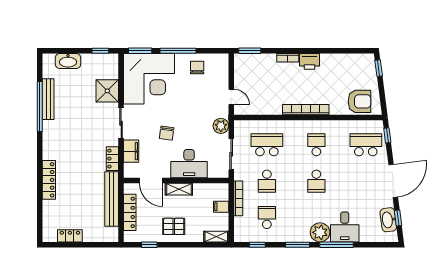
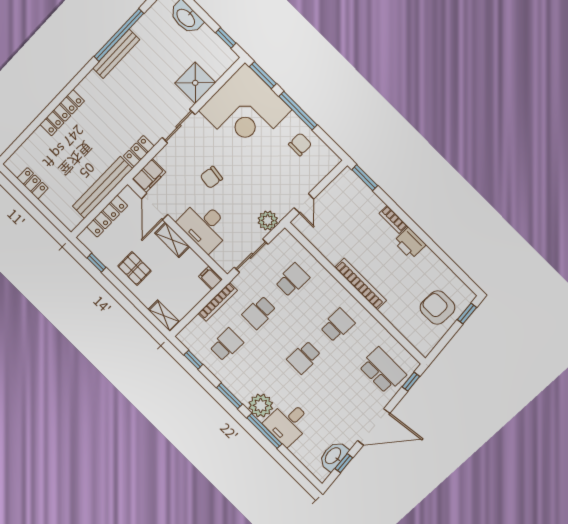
bench: (48, 99) -> (116, 54), moved
armchair: (360, 101) -> (437, 308), moved, turned 180
school desk: (267, 145) -> (292, 280), width x0.54
filing cabinet: (131, 151) -> (149, 176), moved
filing cabinet: (221, 207) -> (210, 278), moved

